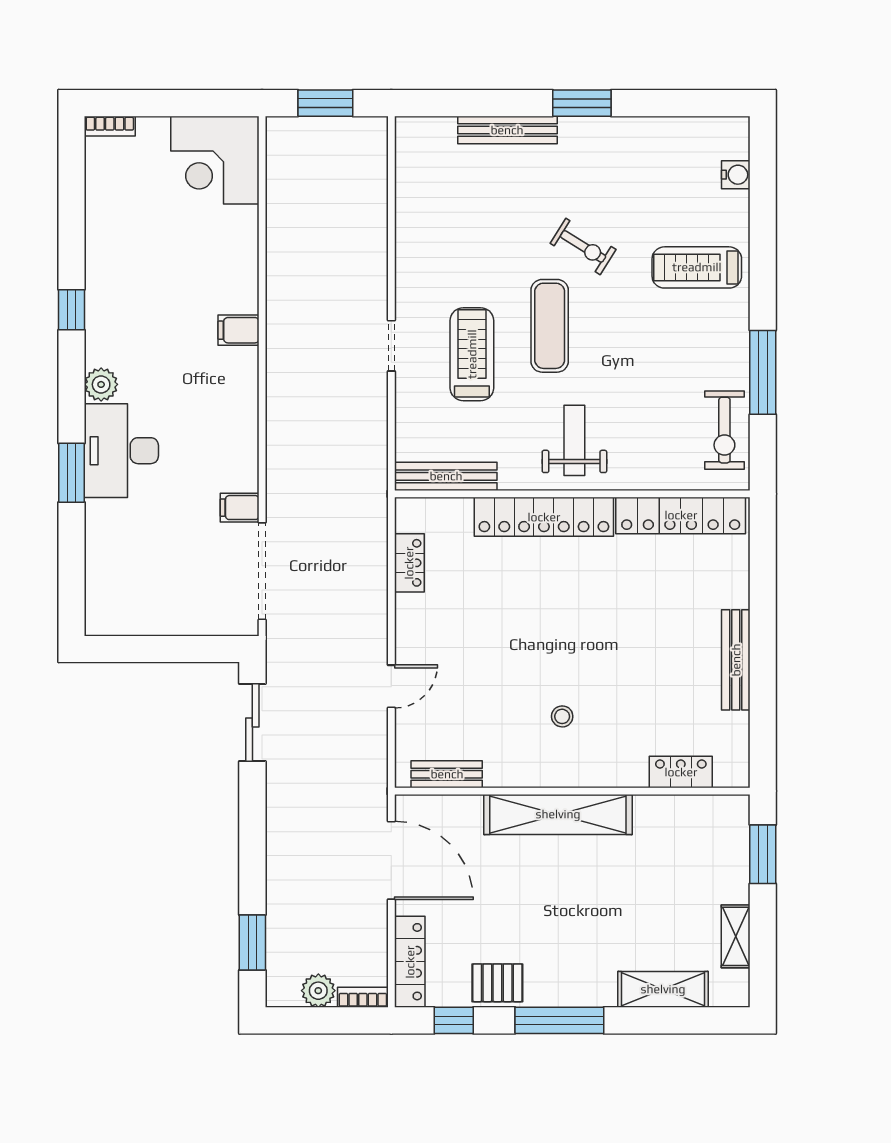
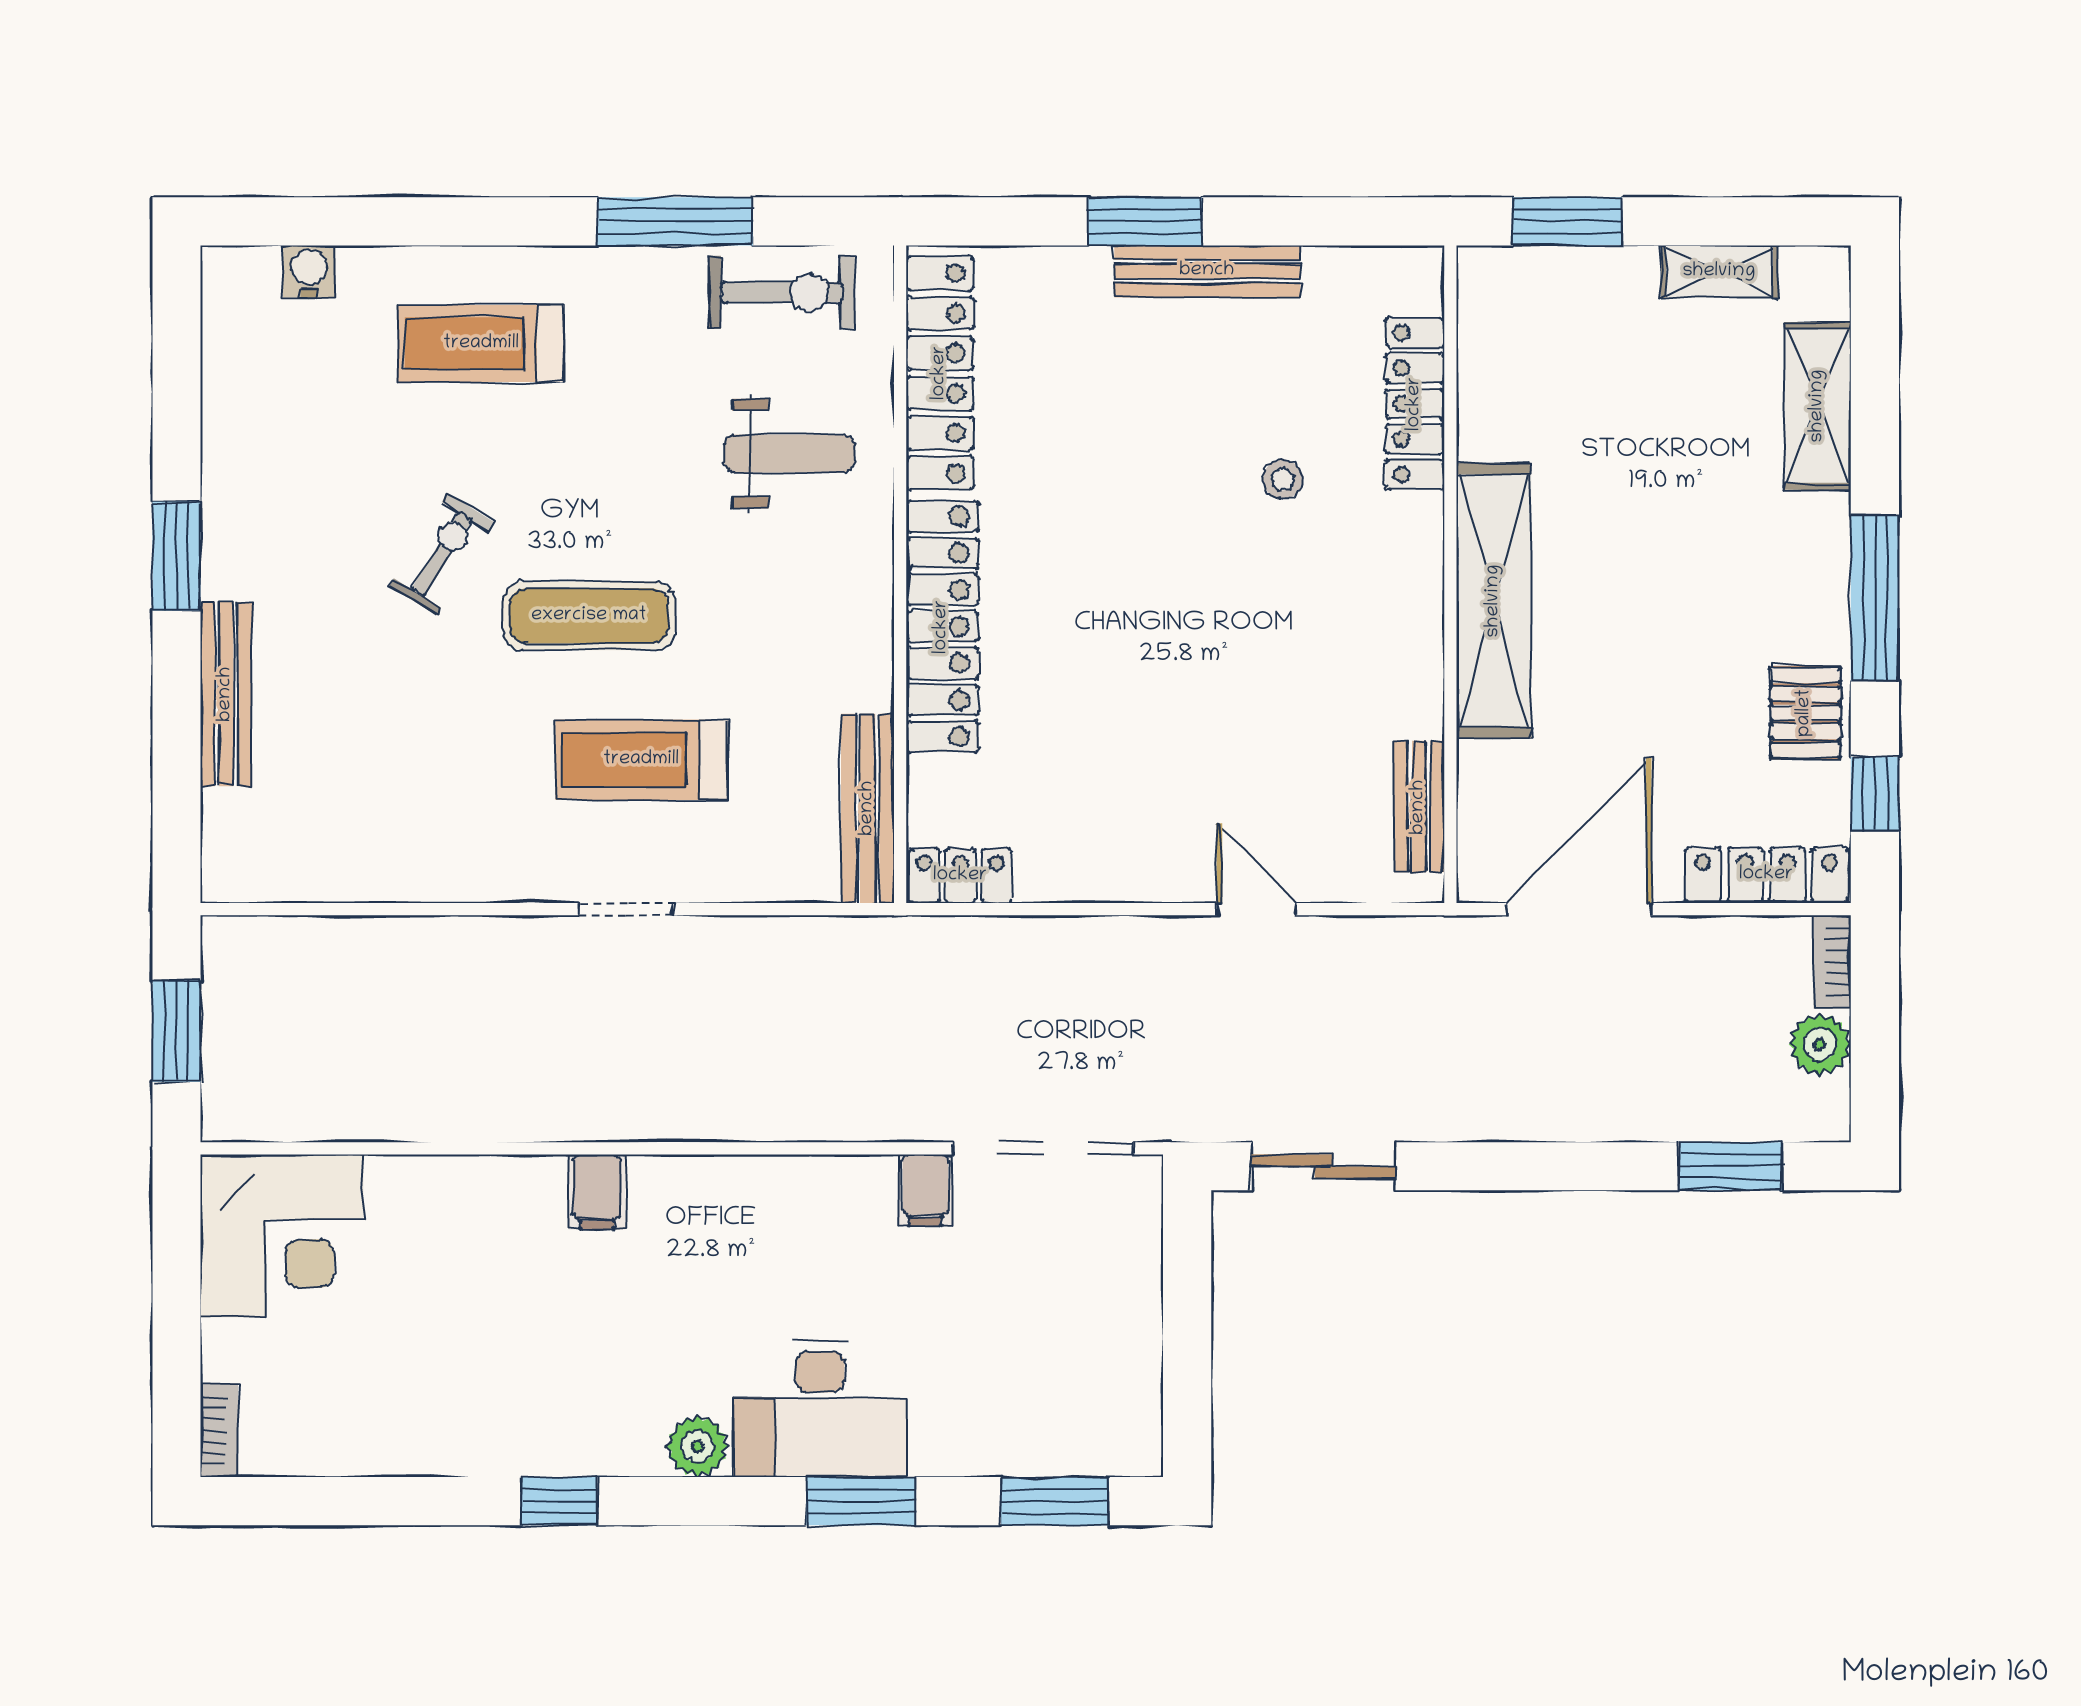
treadmill: (697, 267) -> (481, 344), turned 90
weight bench: (574, 440) -> (790, 454), moved, turned 180
locker: (409, 563) -> (960, 876), moved
window: (72, 577) -> (1055, 1501), added
window: (763, 626) -> (1145, 221), added
stool: (562, 716) -> (1283, 479), moved
locker: (681, 772) -> (1415, 404), width x1.53

